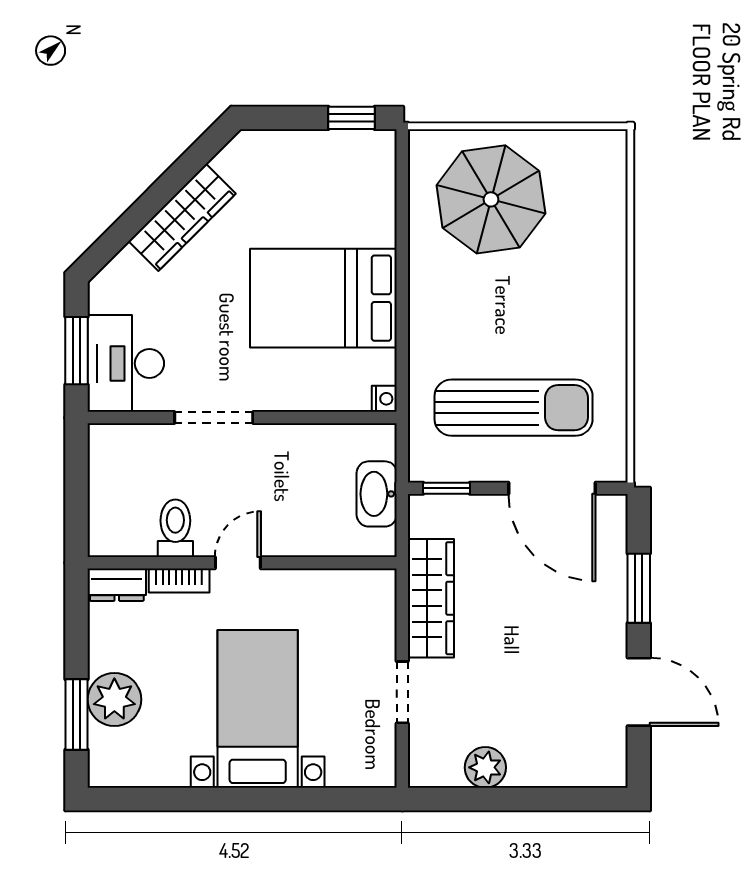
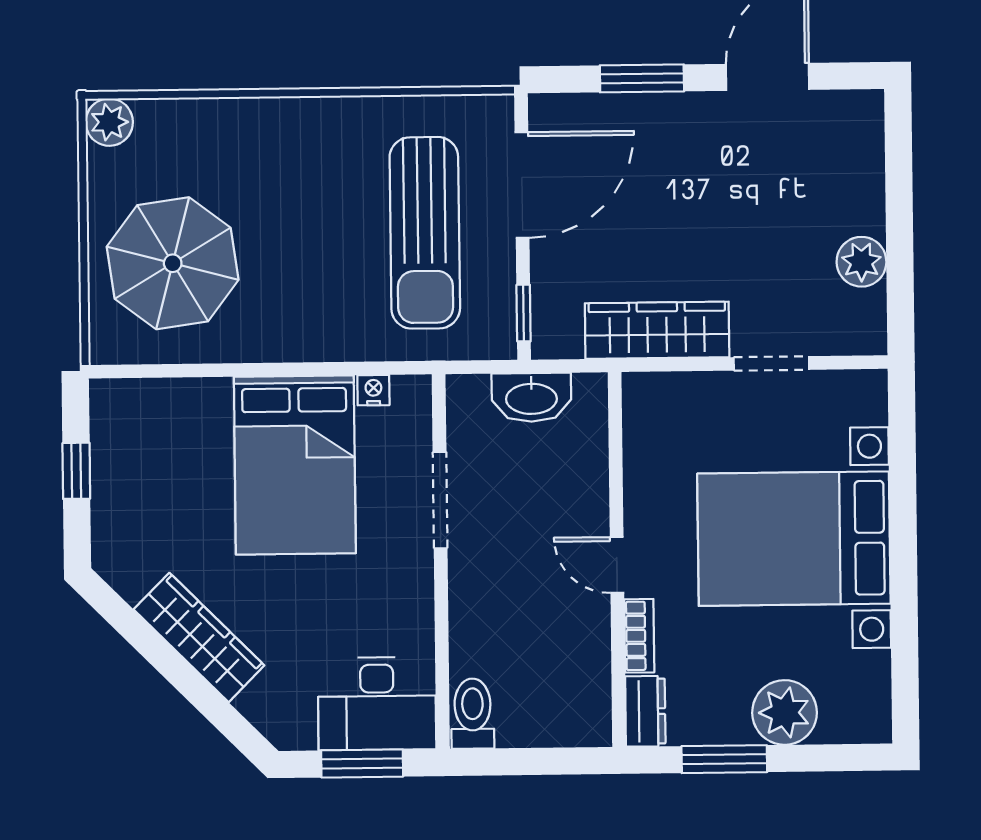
window: (352, 118) -> (76, 471), moved
plant: (608, 149) -> (109, 122), added
nightstand: (384, 399) -> (373, 390), moved
sun lounger: (514, 408) -> (425, 233), turned 180
doorway: (214, 418) -> (440, 500), moved
toilet: (175, 528) -> (473, 714), moved, turned 90
bed with nightstands: (258, 709) -> (794, 539), width x1.36
window: (77, 714) -> (724, 759), moved

